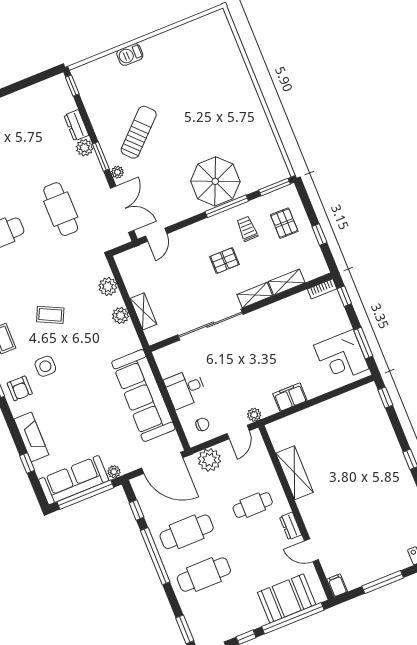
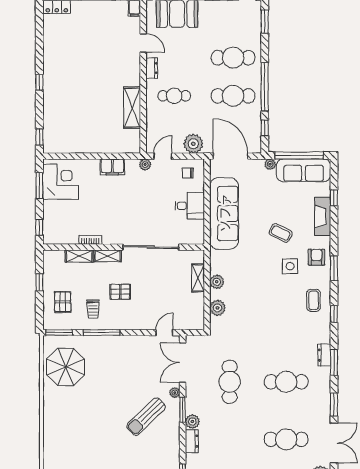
parasol: (215, 181) -> (66, 367), moved
bookcase: (322, 289) -> (90, 240), moved
coffee table: (50, 315) -> (281, 233), moved

